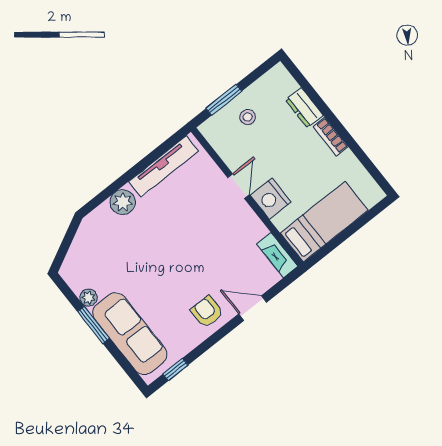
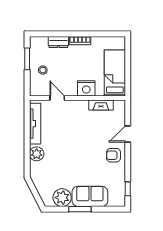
window: (224, 100) -> (27, 59), moved
door: (238, 186) -> (57, 98), moved
fireplace: (277, 255) -> (101, 105), moved
plant: (89, 298) -> (62, 198), width x1.87, depth x1.87
sofa: (130, 334) -> (90, 196), width x0.73

